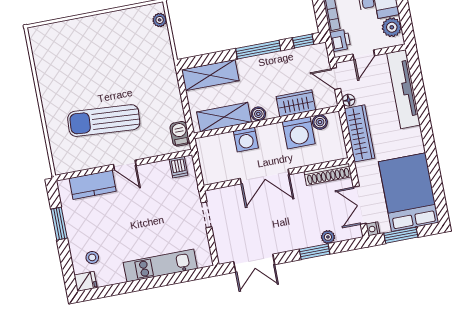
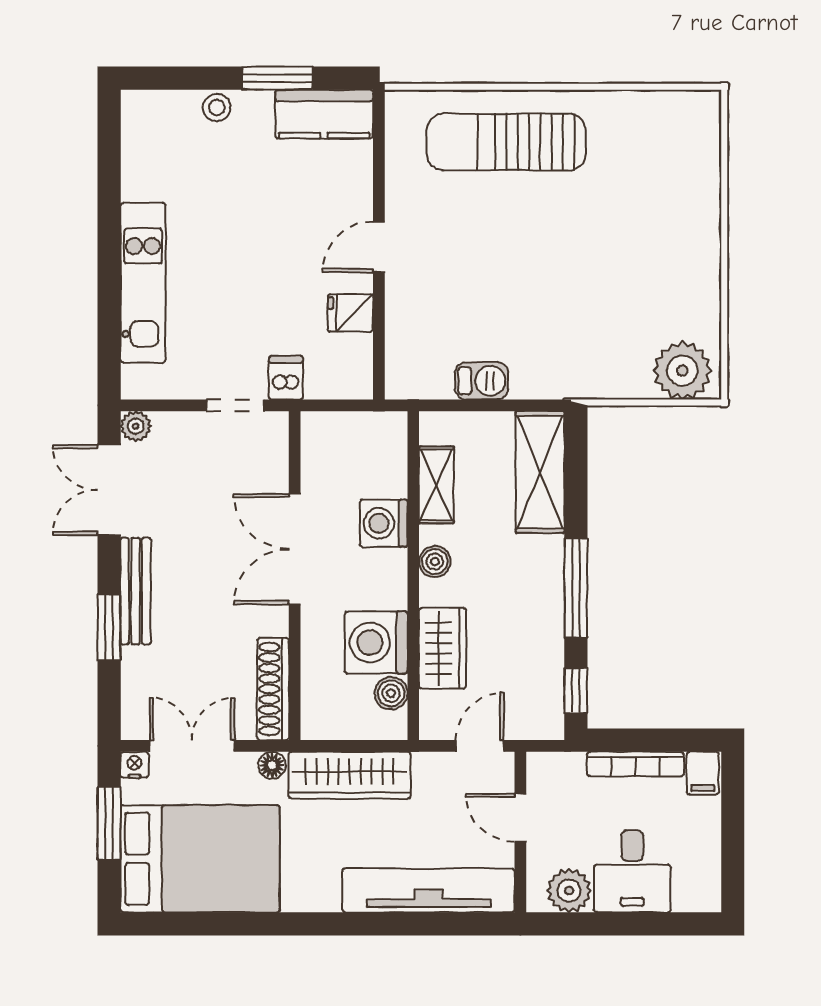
plant: (160, 20) -> (682, 371), width x1.87, depth x1.87
printer: (340, 40) -> (562, 772), removed
floor lamp: (349, 100) -> (272, 765), moved
shelving: (224, 117) -> (436, 485), width x0.67, depth x0.75
sun lounger: (104, 121) -> (506, 142), moved, turned -94
barbecue: (180, 134) -> (482, 381), moved
dishwasher: (178, 167) -> (286, 378), moved, turned 90
kitchen counter: (93, 185) -> (324, 114), moved, turned -90
plant: (328, 237) -> (136, 426), moved
bench: (296, 243) -> (135, 591), added
stool: (92, 257) -> (217, 108), moved
fridge: (86, 281) -> (350, 313), moved, turned 90

